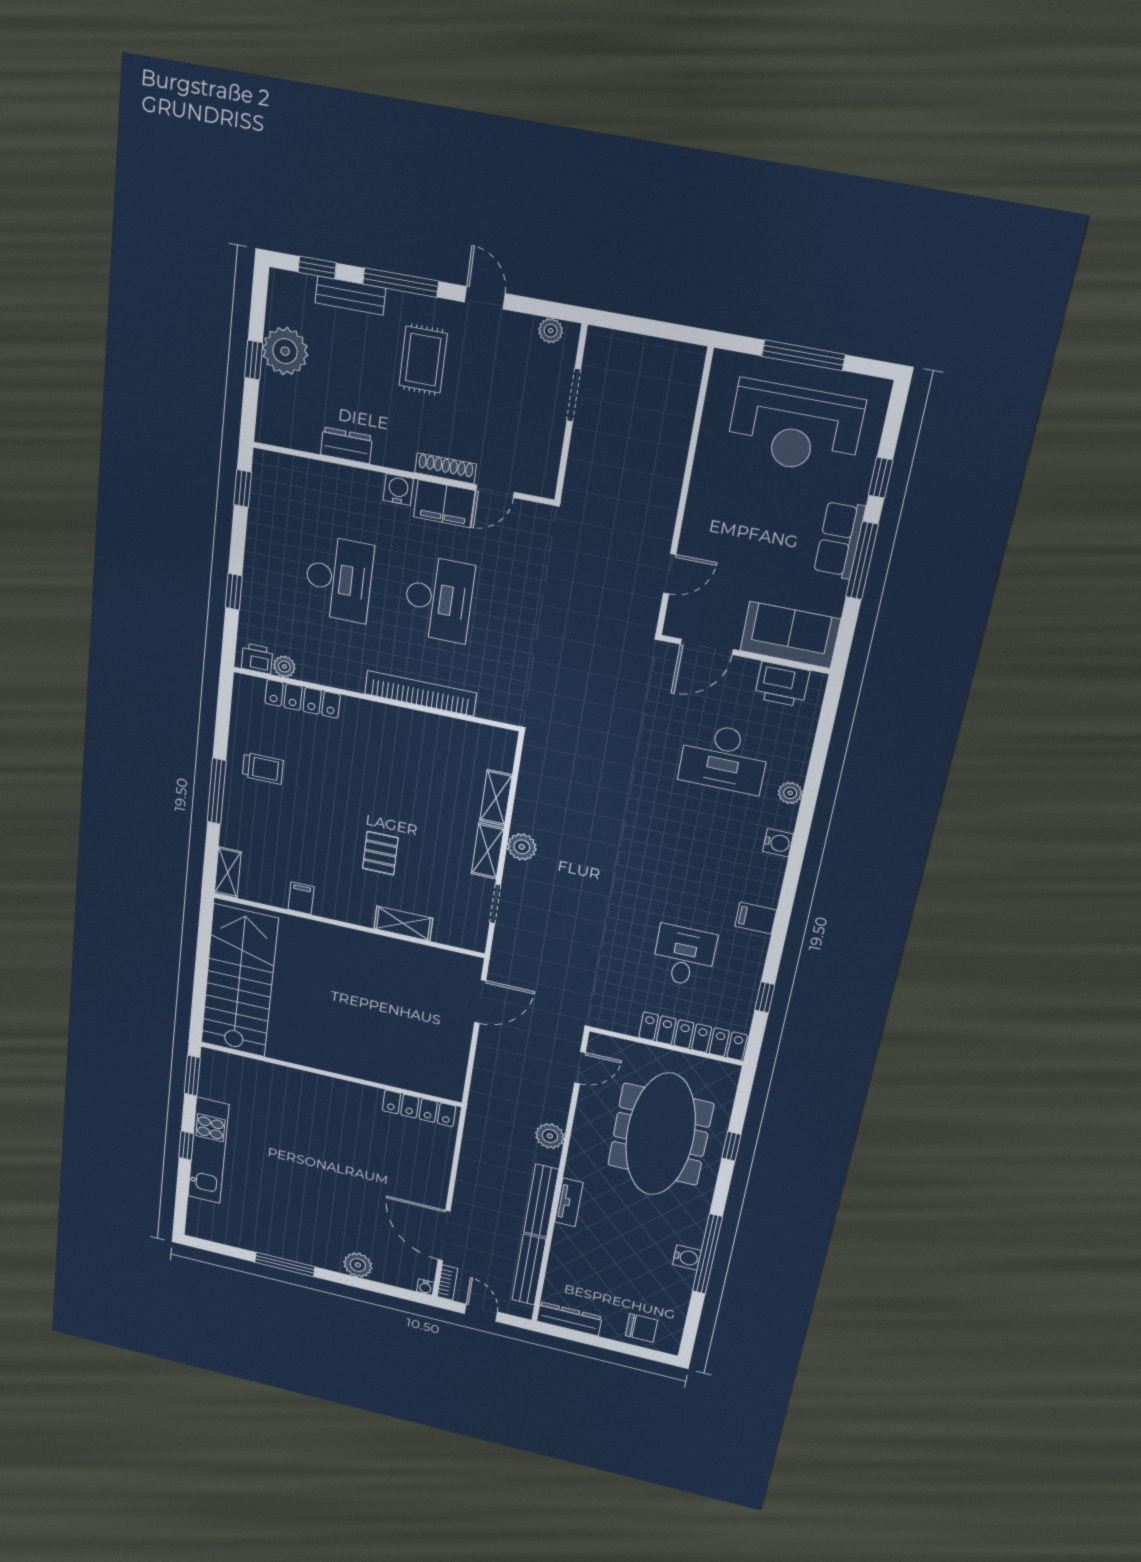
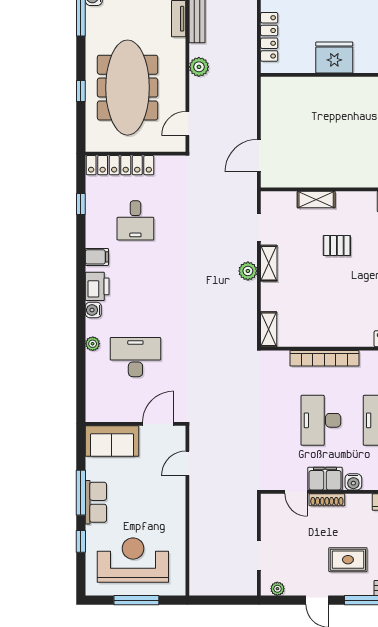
rug: (423, 360) -> (348, 560), turned 90
door: (495, 491) -> (296, 492), swing flipped
printer: (782, 684) -> (97, 286), moved, turned 90
shelving: (496, 798) -> (269, 329), moved
pallet: (380, 853) -> (337, 246), turned 90
fridge: (353, 1102) -> (334, 57), added
locker: (419, 1108) -> (269, 37), moved, turned 90

